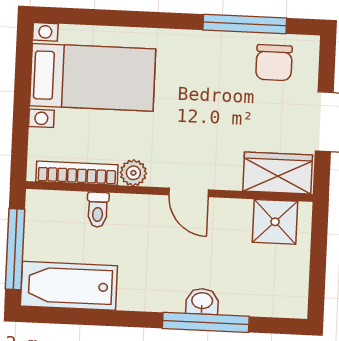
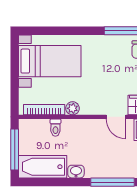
door: (189, 192) -> (116, 117), moved
washbasin: (202, 301) -> (76, 172), moved

